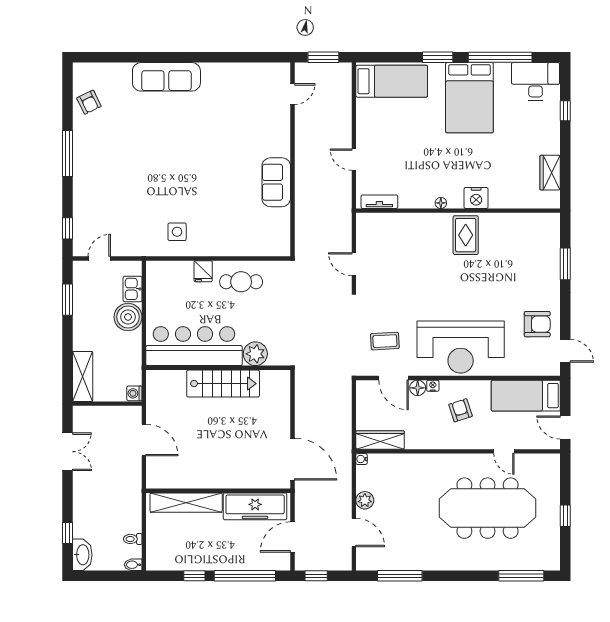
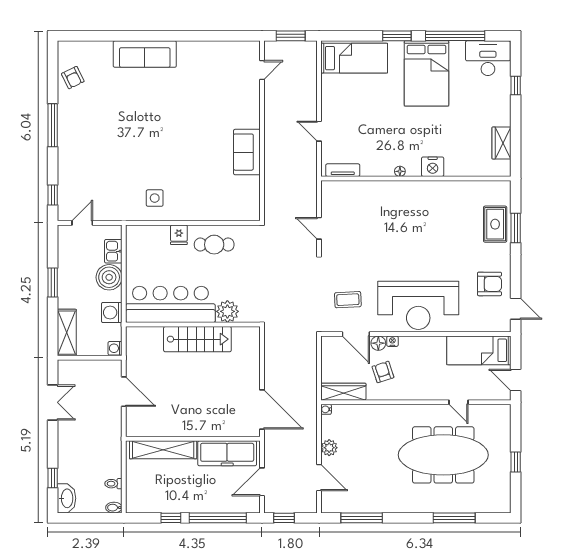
rug: (466, 235) -> (495, 224), moved
window: (67, 300) -> (53, 282), moved
washing machine: (131, 355) -> (112, 312), added
armchair: (460, 410) -> (383, 372), moved
window: (521, 576) -> (454, 518), moved

